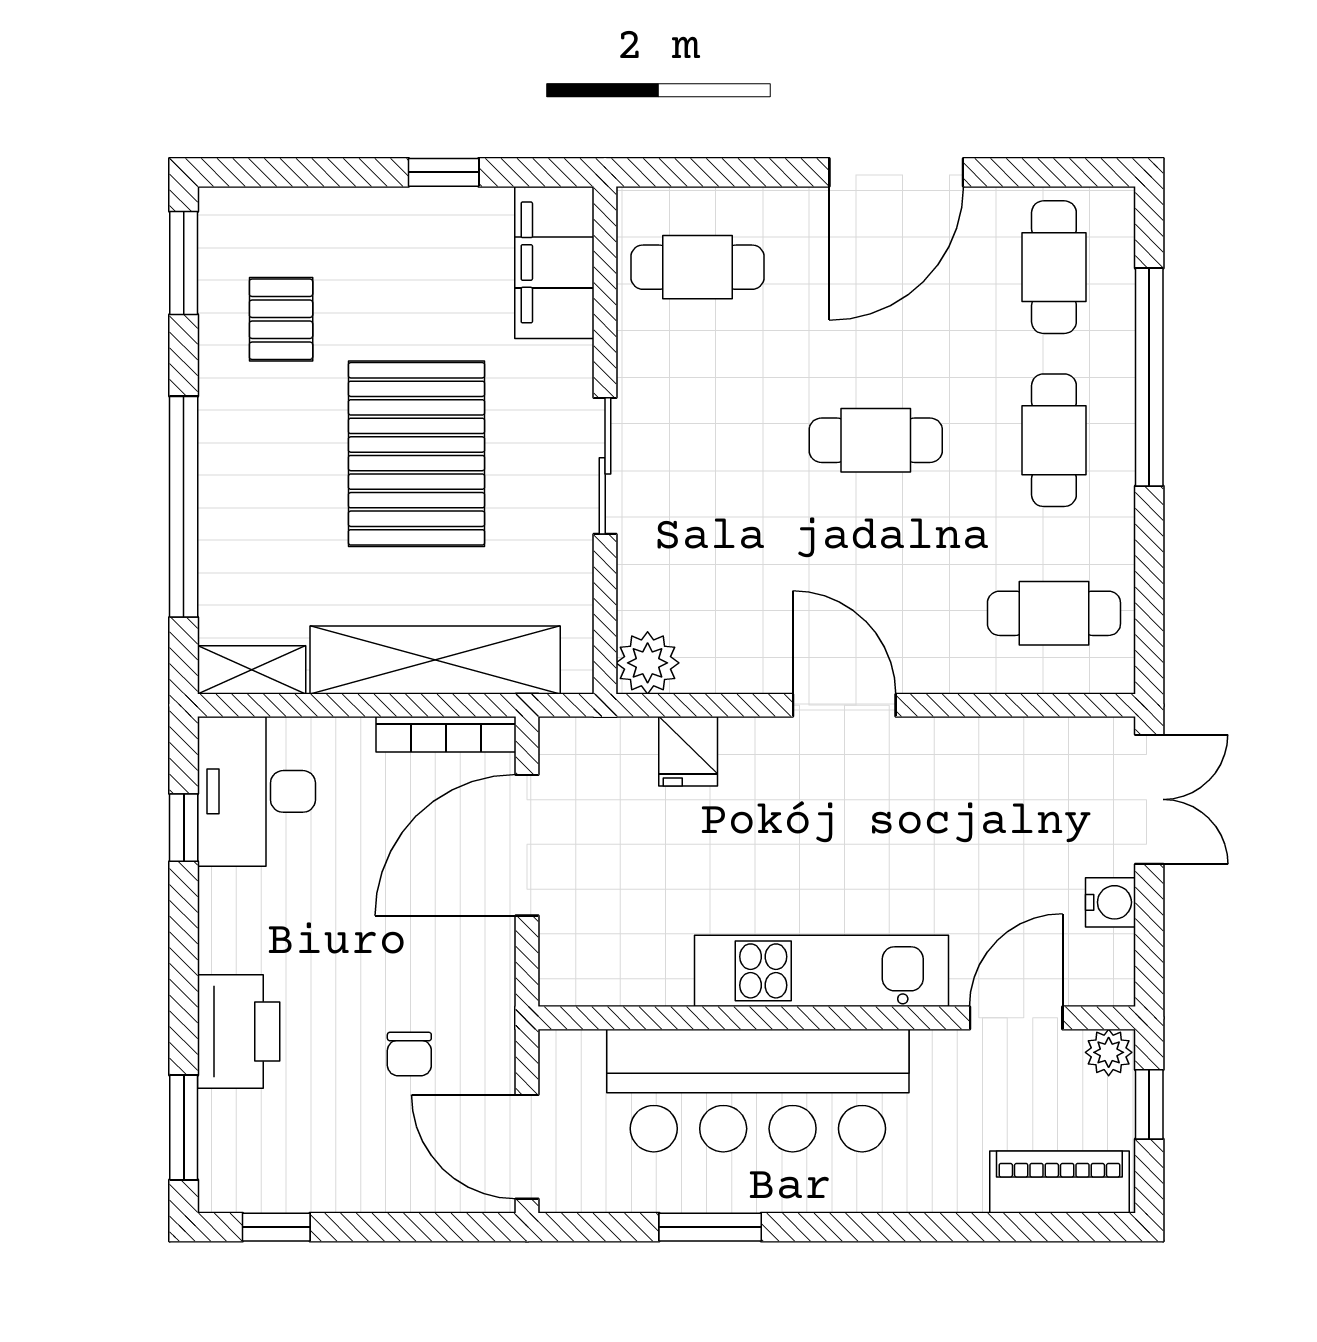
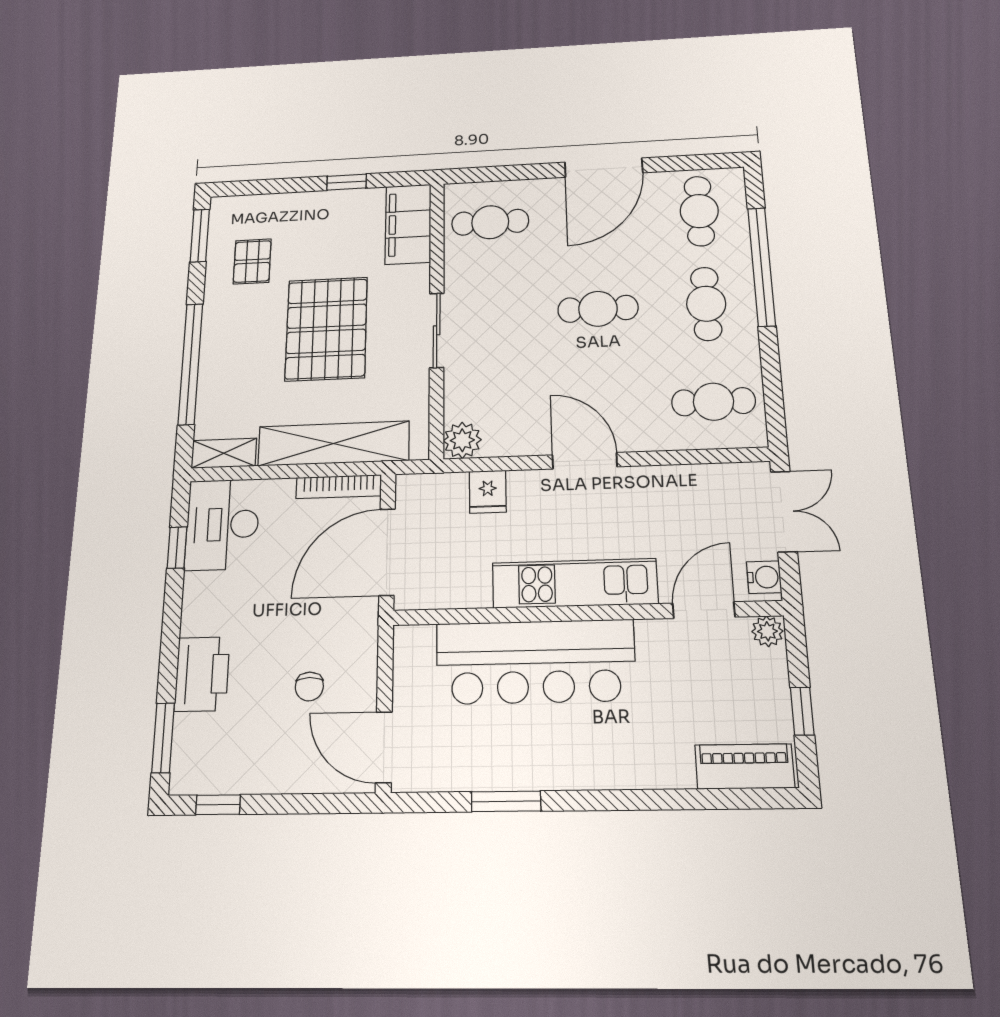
kitchen unit: (822, 971) -> (575, 583), moved
wall: (837, 1018) -> (585, 613), moved
door: (1016, 1018) -> (704, 610), moved
plant: (1109, 1052) -> (767, 631), moved
bar counter: (758, 1091) -> (535, 662), moved

